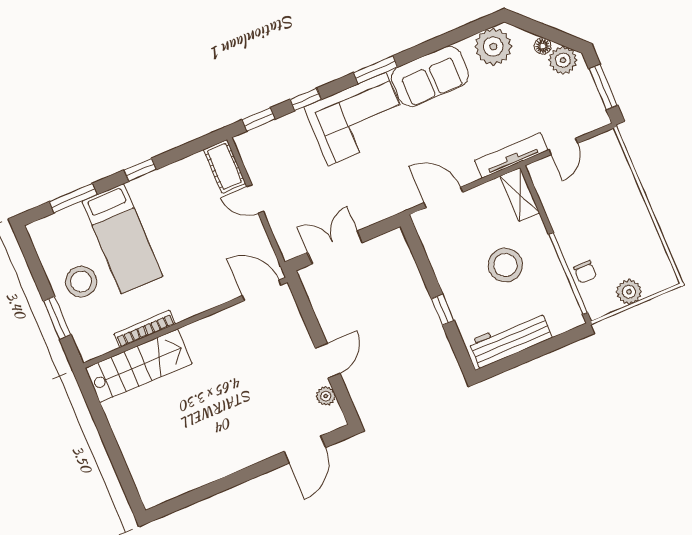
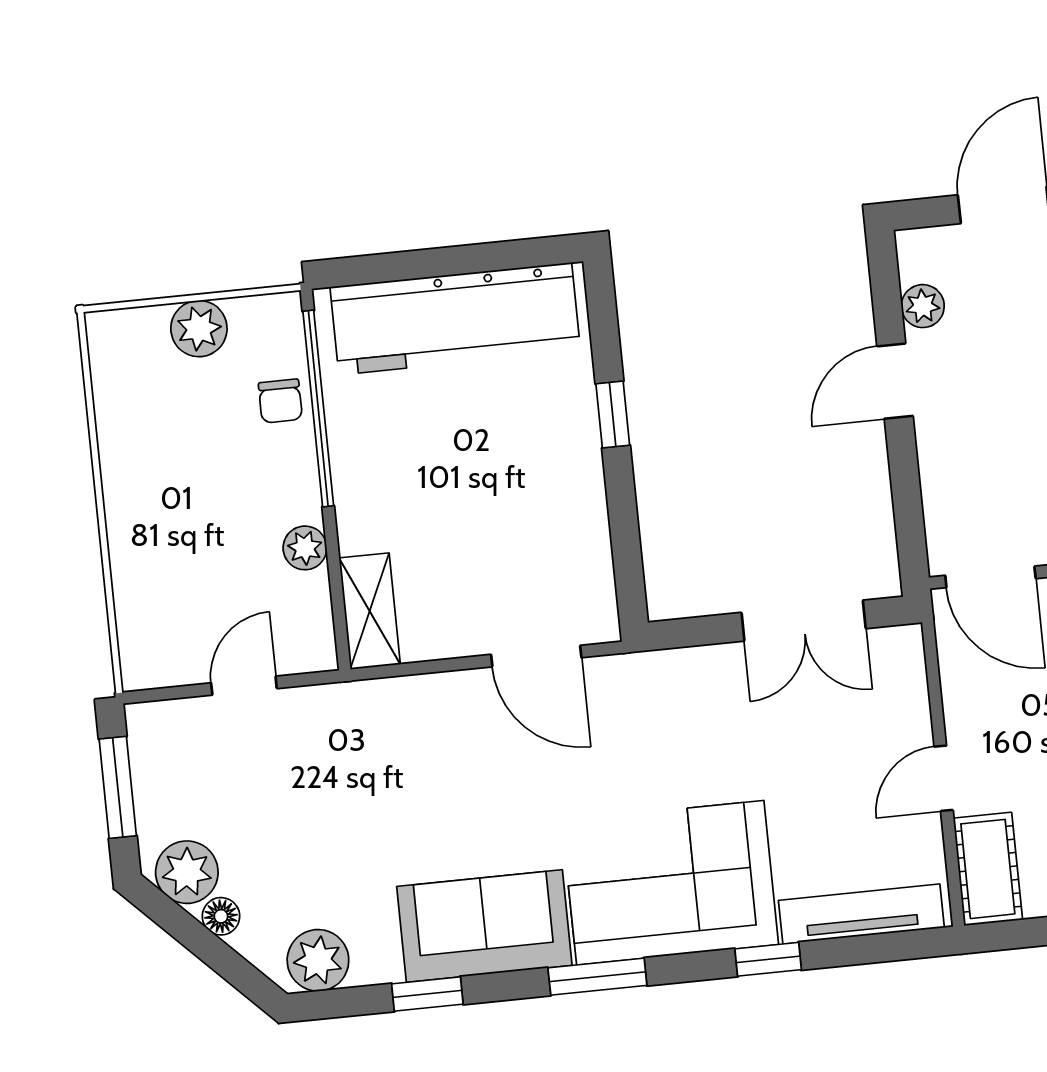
plant: (493, 47) -> (318, 960), width x0.73, depth x0.73
window: (259, 119) -> (427, 994), moved
tv unit: (511, 155) -> (861, 914), moved, turned 180
door: (255, 199) -> (944, 778), swing flipped
plant: (555, 213) -> (305, 548), added
stool: (505, 265) -> (448, 469), removed
chair: (585, 272) -> (280, 401), turned 180
workbench: (511, 339) -> (455, 319), width x1.36, depth x1.32

